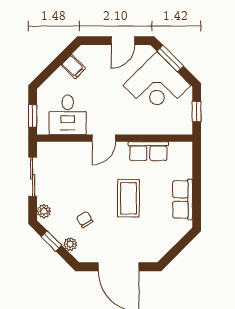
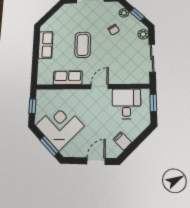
door: (123, 41) -> (96, 161), moved

